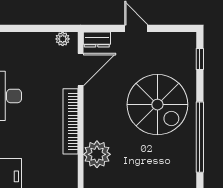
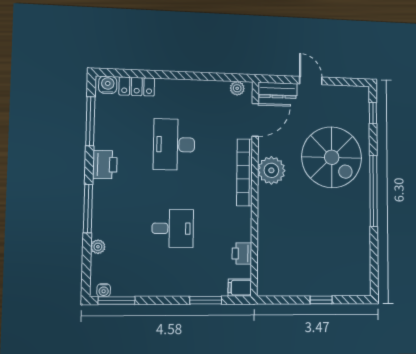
dresser: (97, 39) -> (278, 90), width x1.44
plant: (97, 154) -> (271, 170), moved

